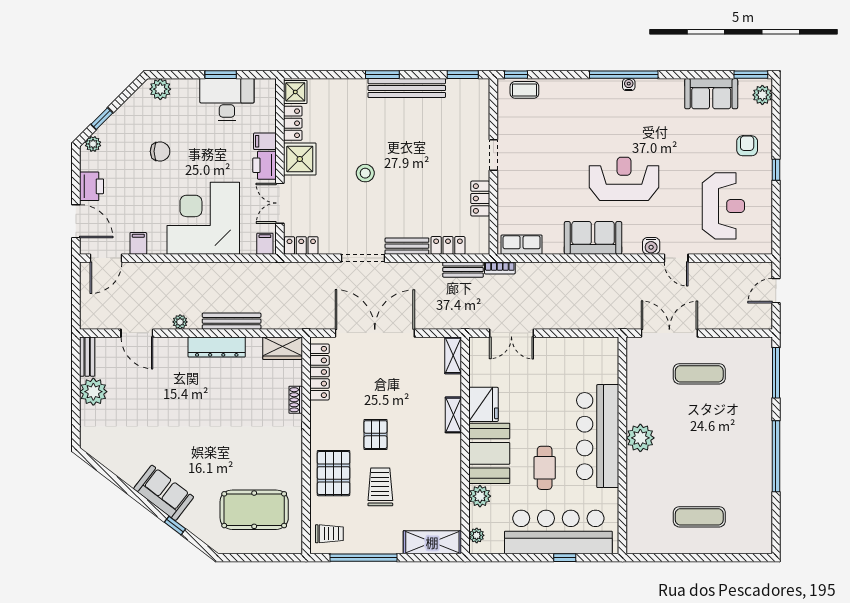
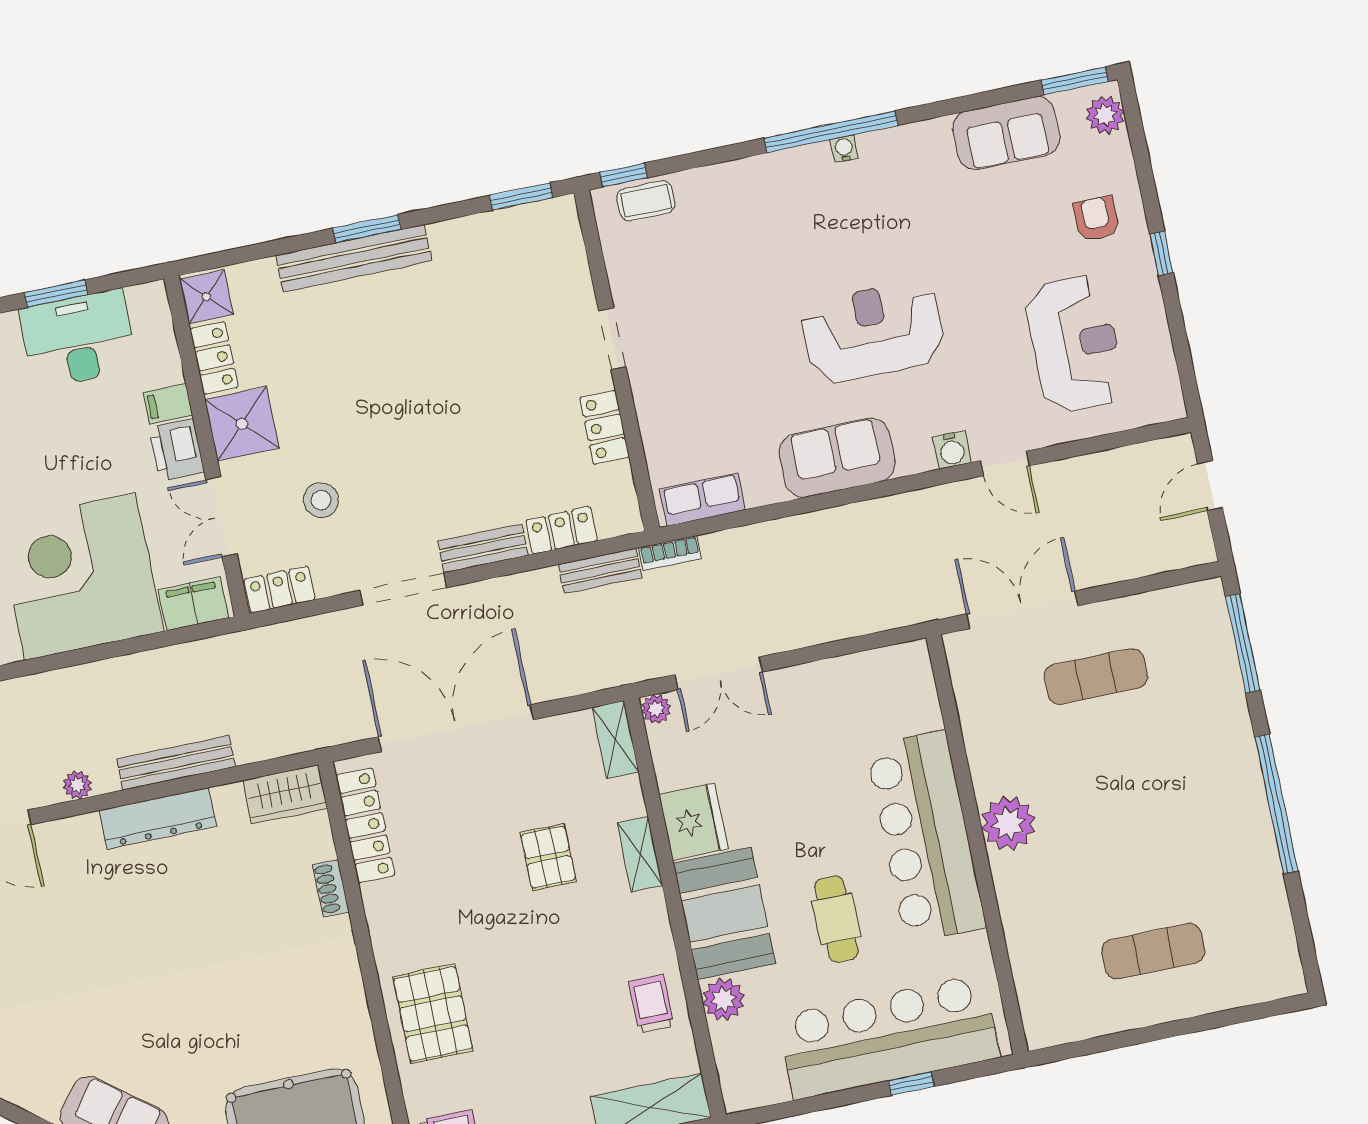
bench: (407, 88) -> (354, 258), moved
stool: (365, 173) -> (321, 500), moved
filing cabinet: (265, 244) -> (193, 604), width x2.00
pallet: (376, 435) -> (548, 857), moved
trolley: (380, 487) -> (651, 1004), moved, width x0.73, depth x0.72
plant: (477, 535) -> (656, 709), moved

